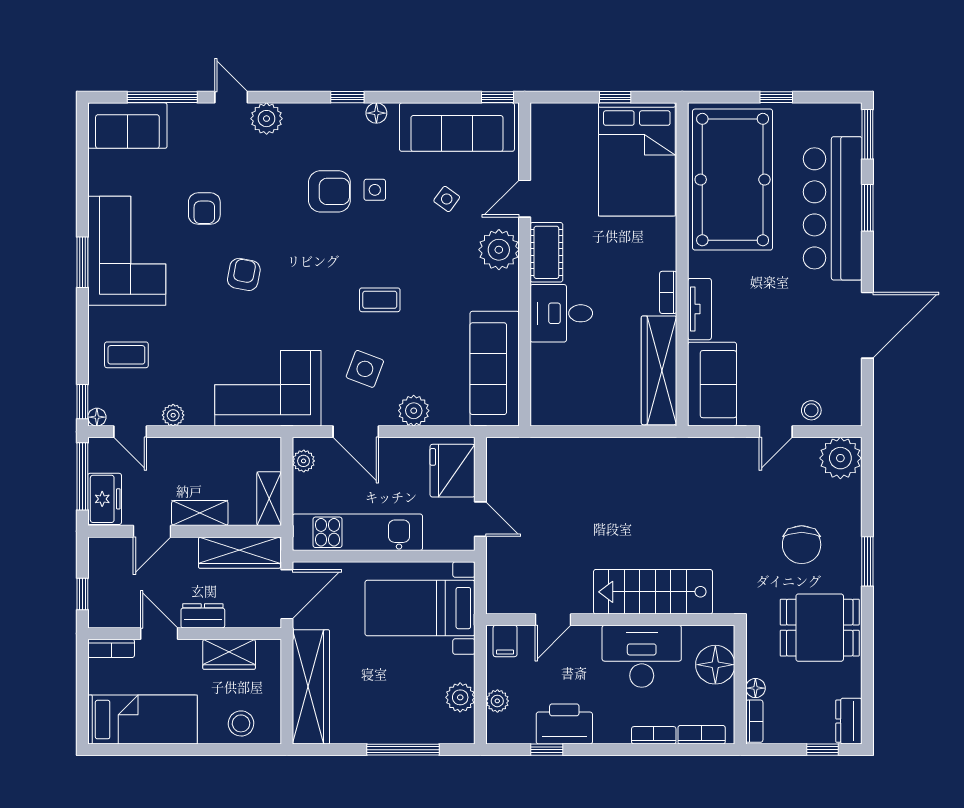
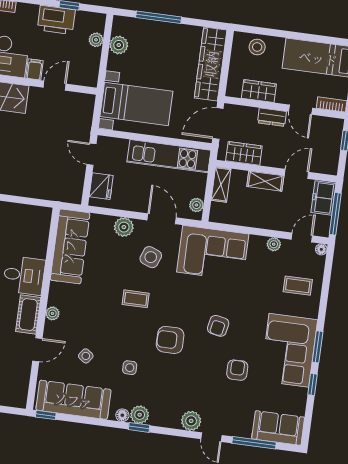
plant: (349, 117) -> (140, 415), added
armchair: (329, 191) -> (170, 340), moved
plant: (499, 250) -> (52, 313), width x0.53, depth x0.53
window: (82, 402) -> (313, 384), moved
door: (130, 432) -> (302, 238), hinge flipped
fridge: (452, 471) -> (101, 186), width x0.73, depth x0.75
wardrobe: (239, 553) -> (244, 153), width x0.67
filing cabinet: (505, 641) -> (35, 69), moved

